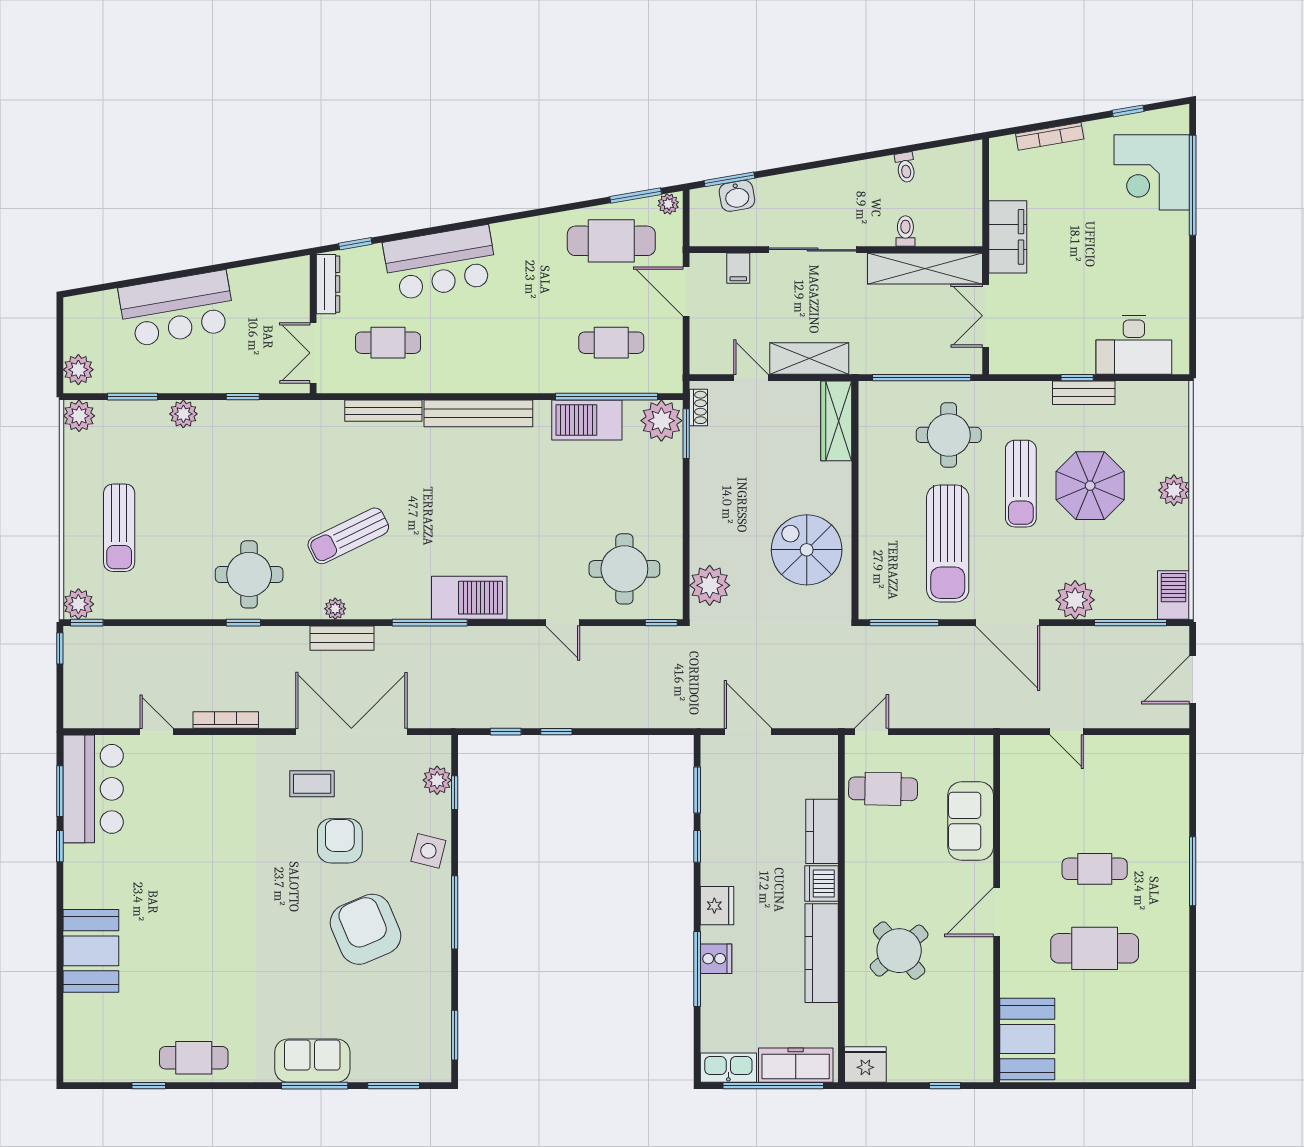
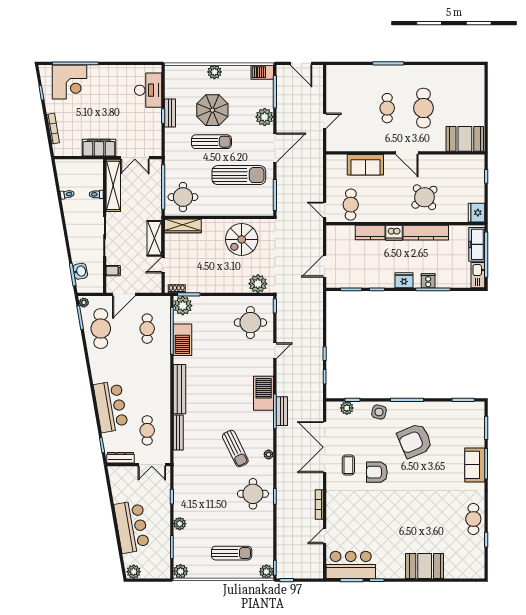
plant: (78, 370) -> (134, 572), moved
round table: (949, 435) -> (183, 197), moved
bench: (342, 638) -> (282, 411), moved
armchair: (340, 841) -> (377, 472), moved

